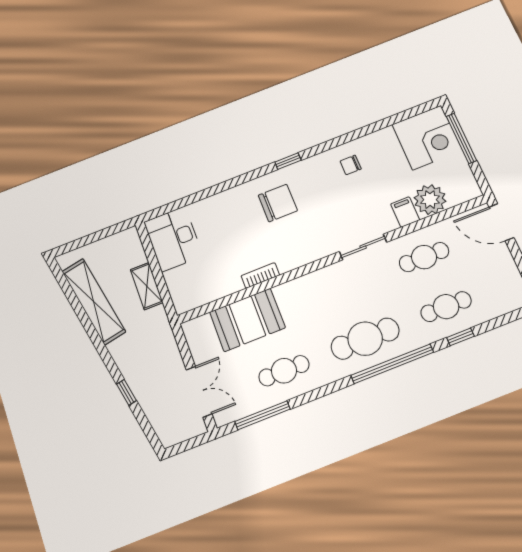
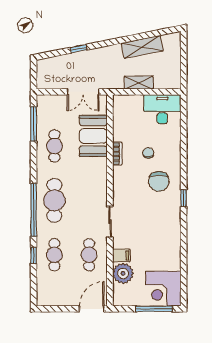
chair: (351, 165) -> (148, 153), moved
shelving: (94, 301) -> (142, 47), width x0.68
double door: (199, 392) -> (83, 92), moved

